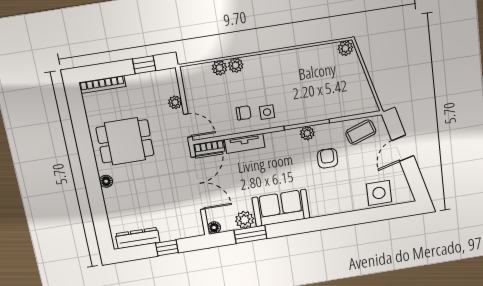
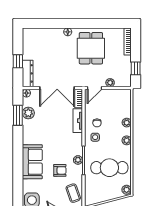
plant: (219, 68) -> (127, 140), moved
cafe table: (313, 82) -> (109, 168), added
sofa: (281, 208) -> (32, 162), moved
dresser: (138, 238) -> (28, 73), moved

